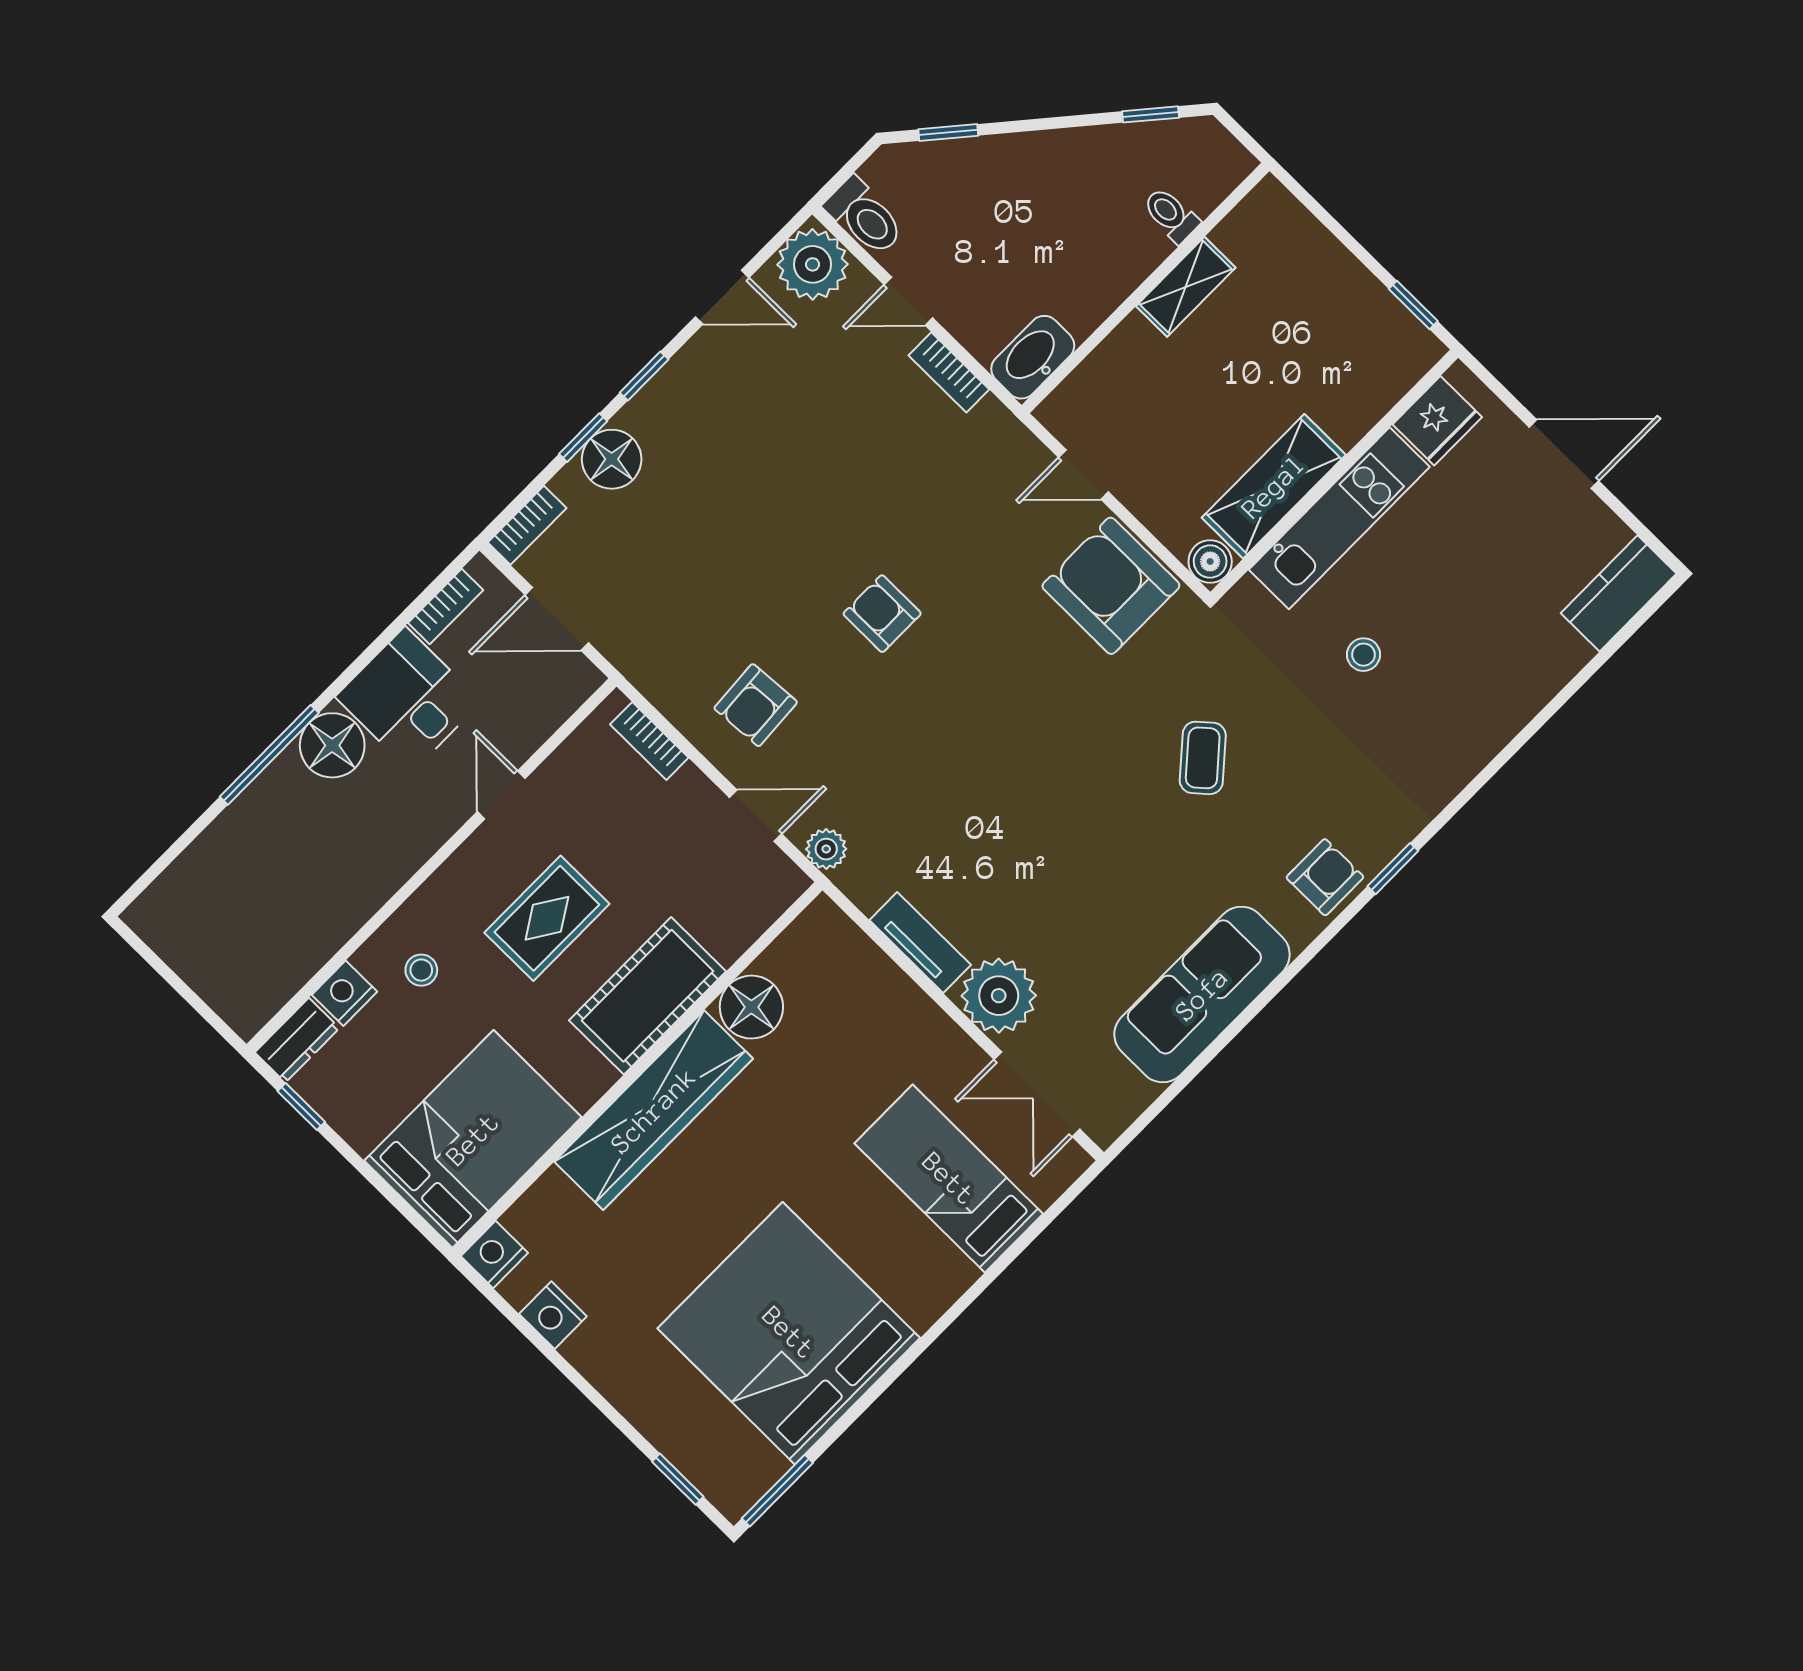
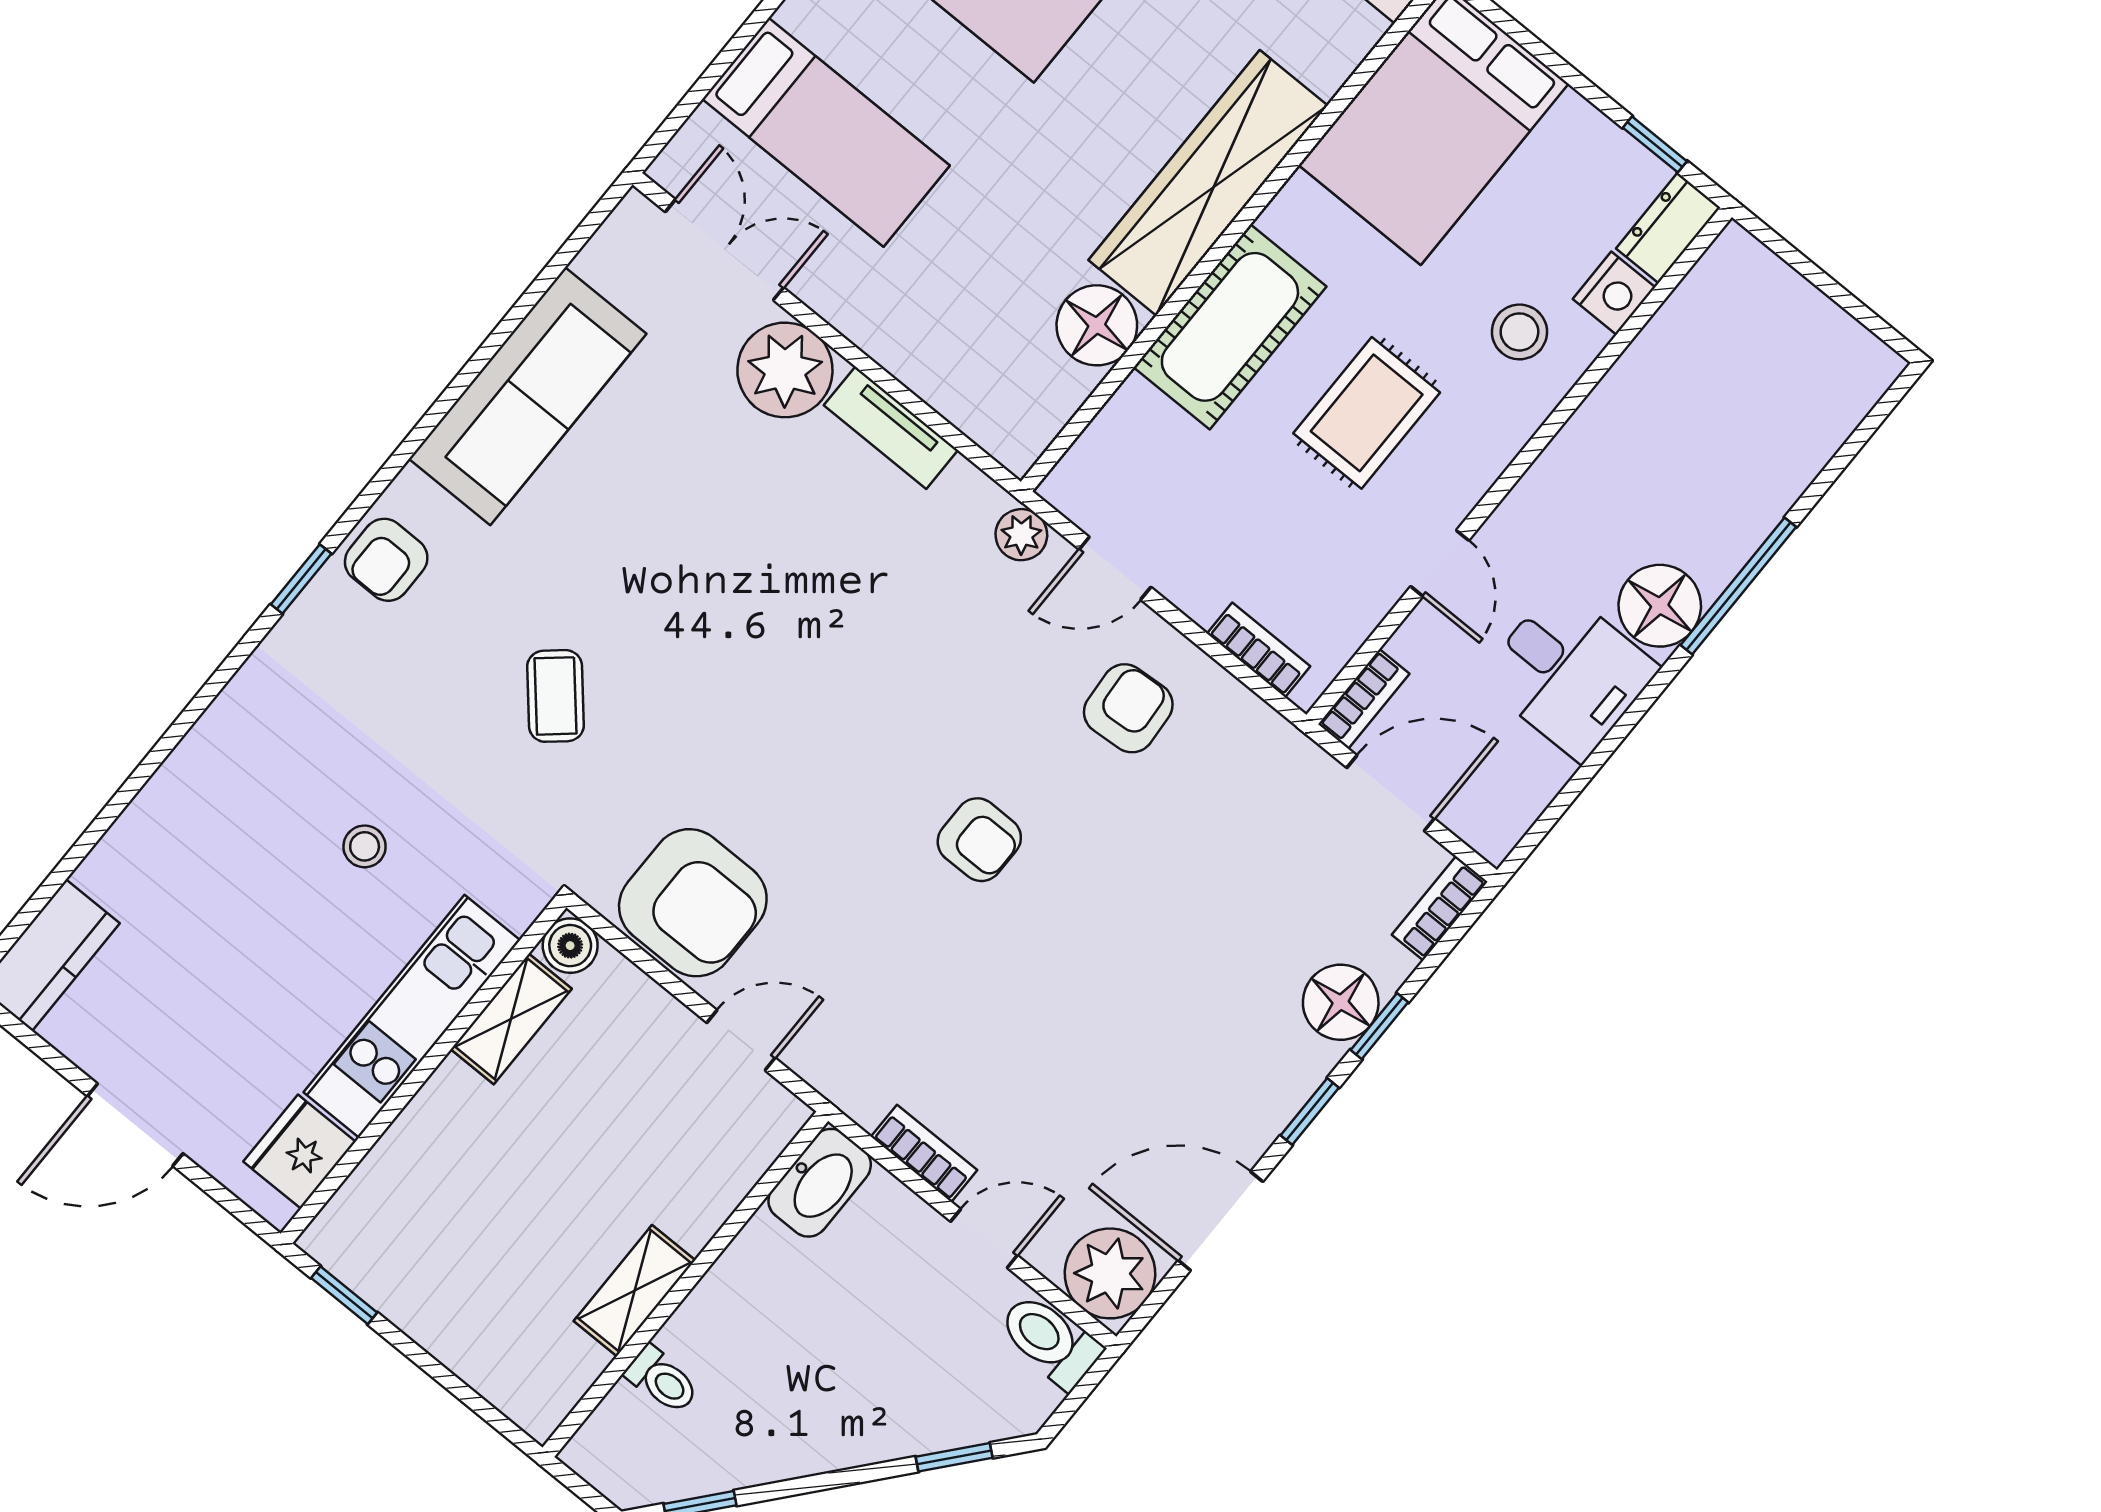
door: (722, 297) -> (1221, 1221), width x1.38
shelving: (1274, 486) -> (511, 1019), width x0.67, depth x0.75
bookcase: (446, 606) -> (1364, 699), moved, turned 180
stool: (421, 970) -> (1519, 332), width x1.37, depth x1.37

